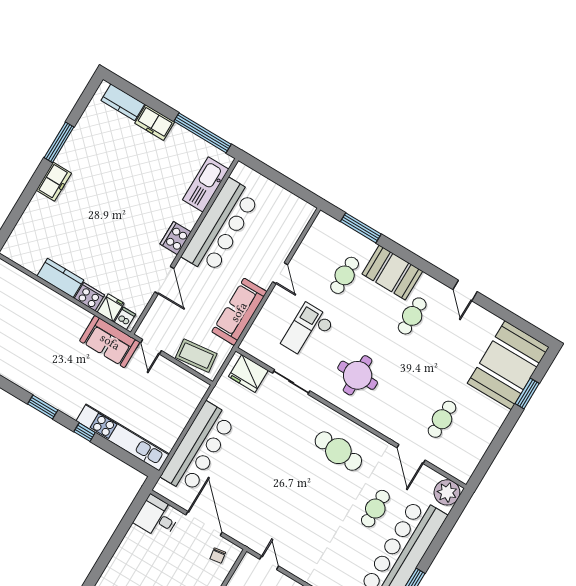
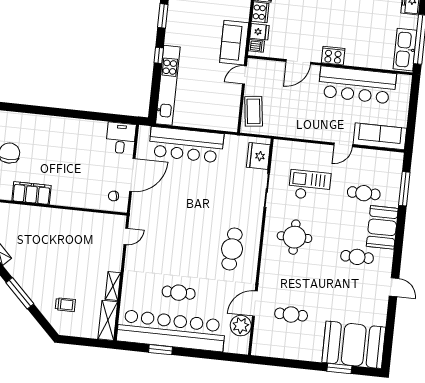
kitchen sink: (206, 184) -> (405, 50), moved, turned -90
door: (465, 291) -> (394, 287), swing flipped
sofa: (239, 312) -> (380, 136), moved
plant: (447, 492) -> (241, 326), moved
cafe table: (375, 509) -> (179, 293), moved

